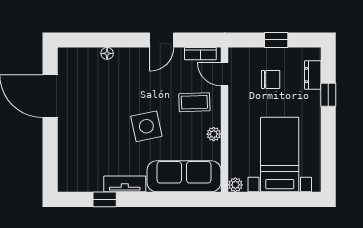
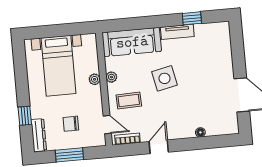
window: (276, 40) -> (69, 155), width x1.50
dresser: (313, 75) -> (39, 135), width x1.44
plant: (235, 185) -> (95, 79), moved

